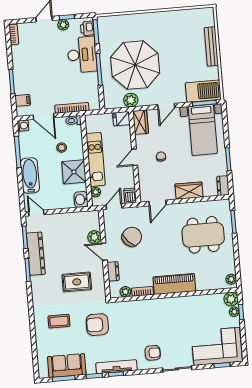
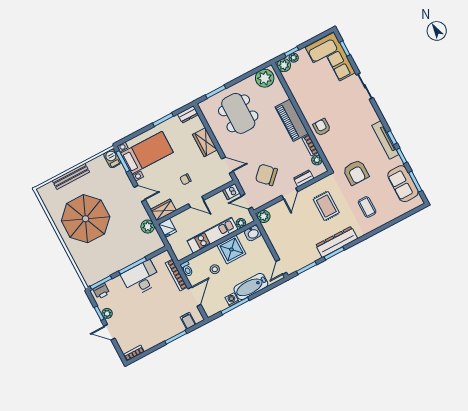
desk: (82, 55) -> (141, 278), moved
parasol: (135, 65) -> (86, 219), moved
barbecue: (203, 91) -> (112, 158), width x0.53, depth x0.65
washing machine: (23, 126) -> (232, 300), moved
plant: (94, 237) -> (264, 216), moved
dresser: (36, 254) -> (337, 242), moved
plant: (231, 279) -> (265, 78), width x1.87, depth x1.87
armchair: (153, 353) -> (322, 127), moved

